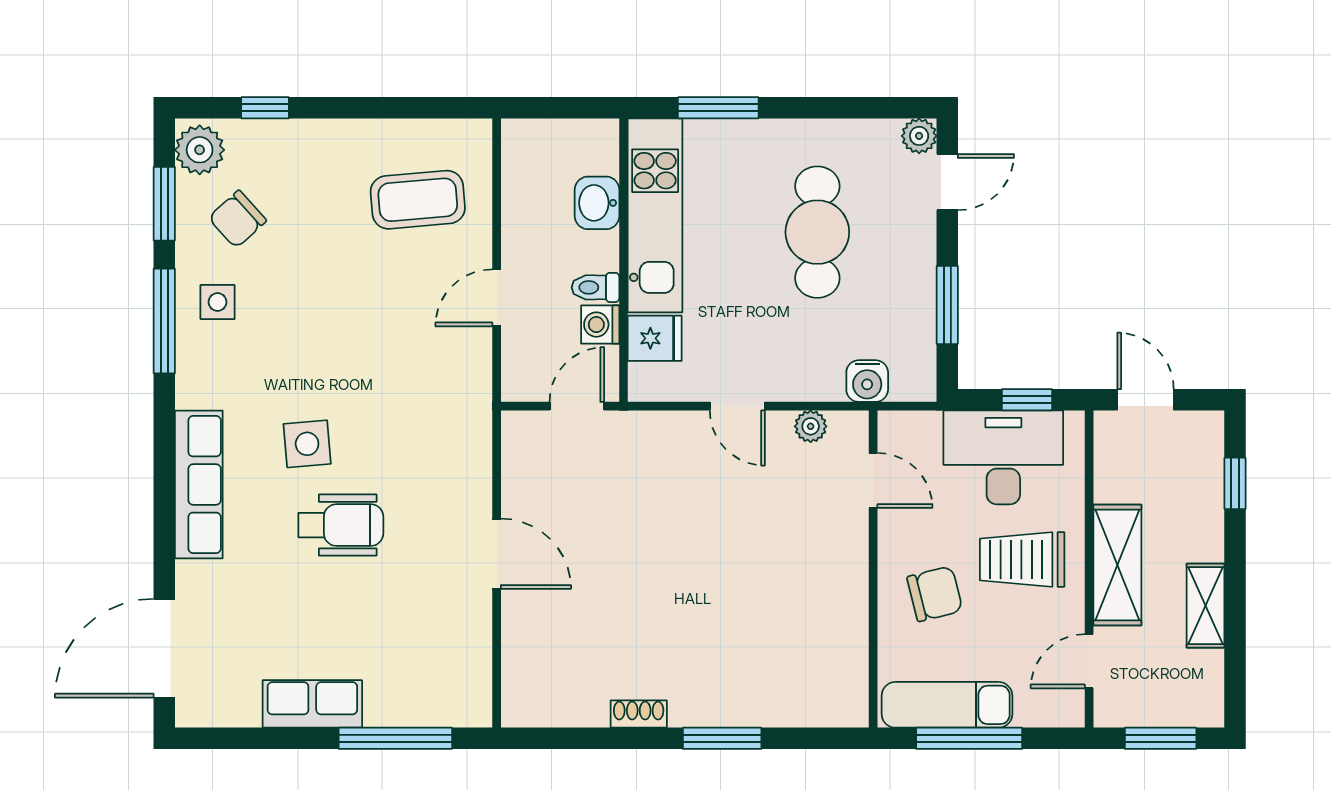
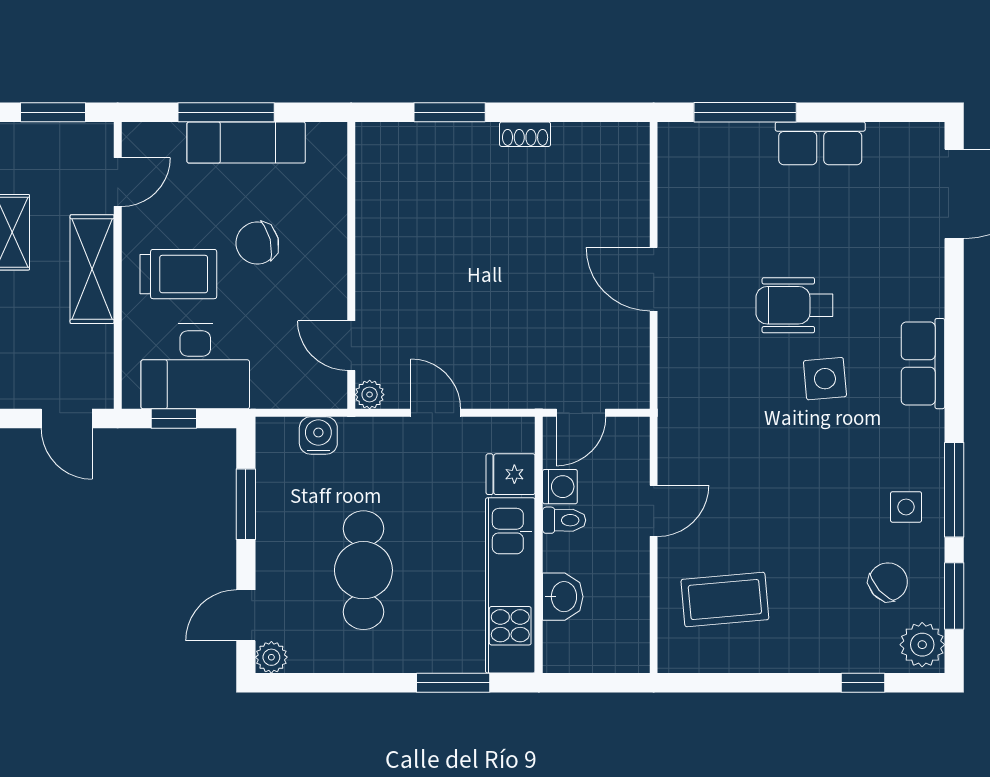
door: (873, 480) -> (351, 346), moved
row of seats: (199, 484) -> (923, 364), width x0.68
wall: (873, 569) -> (351, 265), moved

